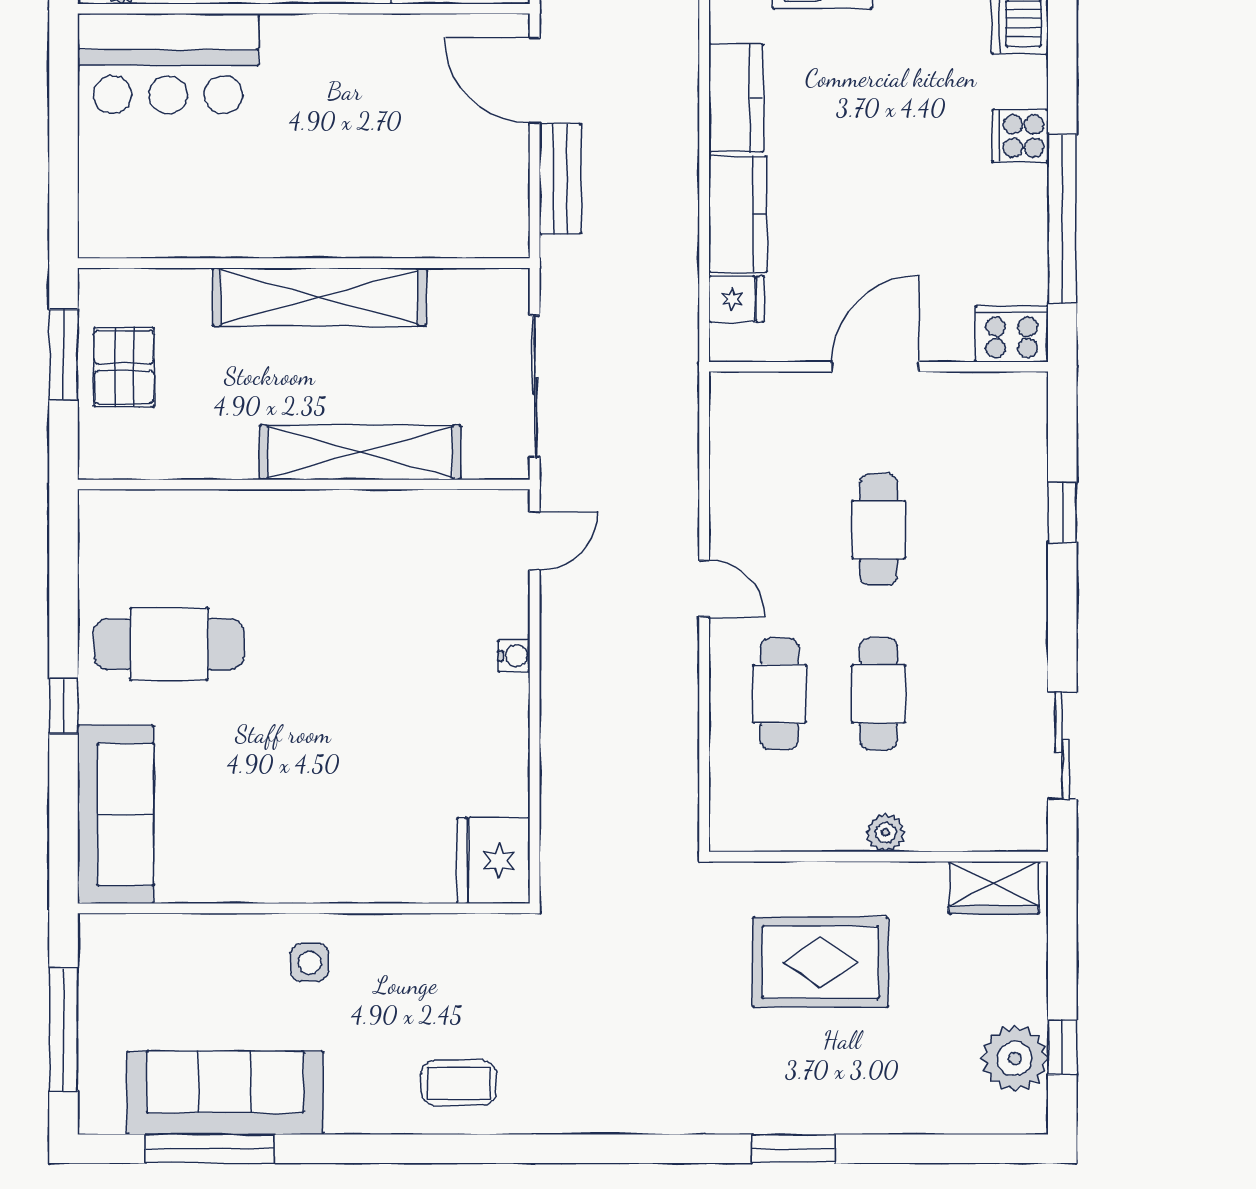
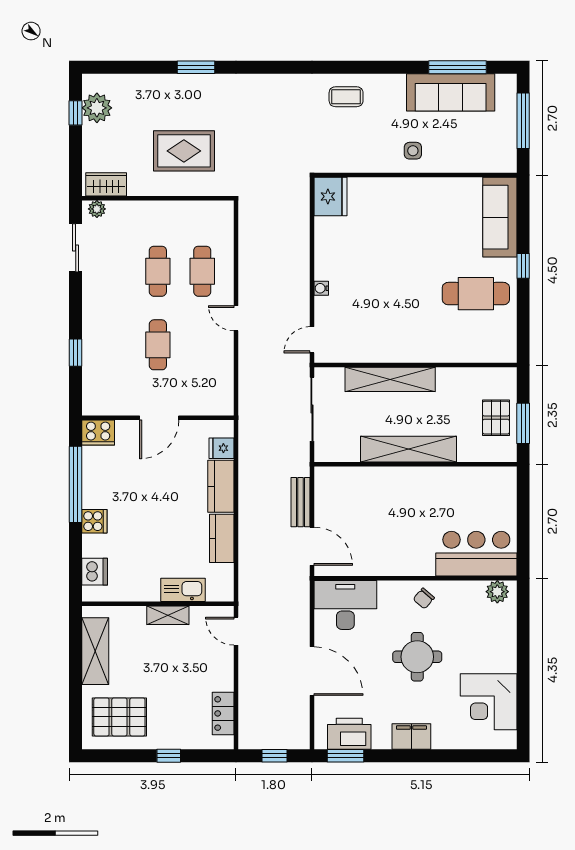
plant: (885, 833) -> (97, 209), moved

